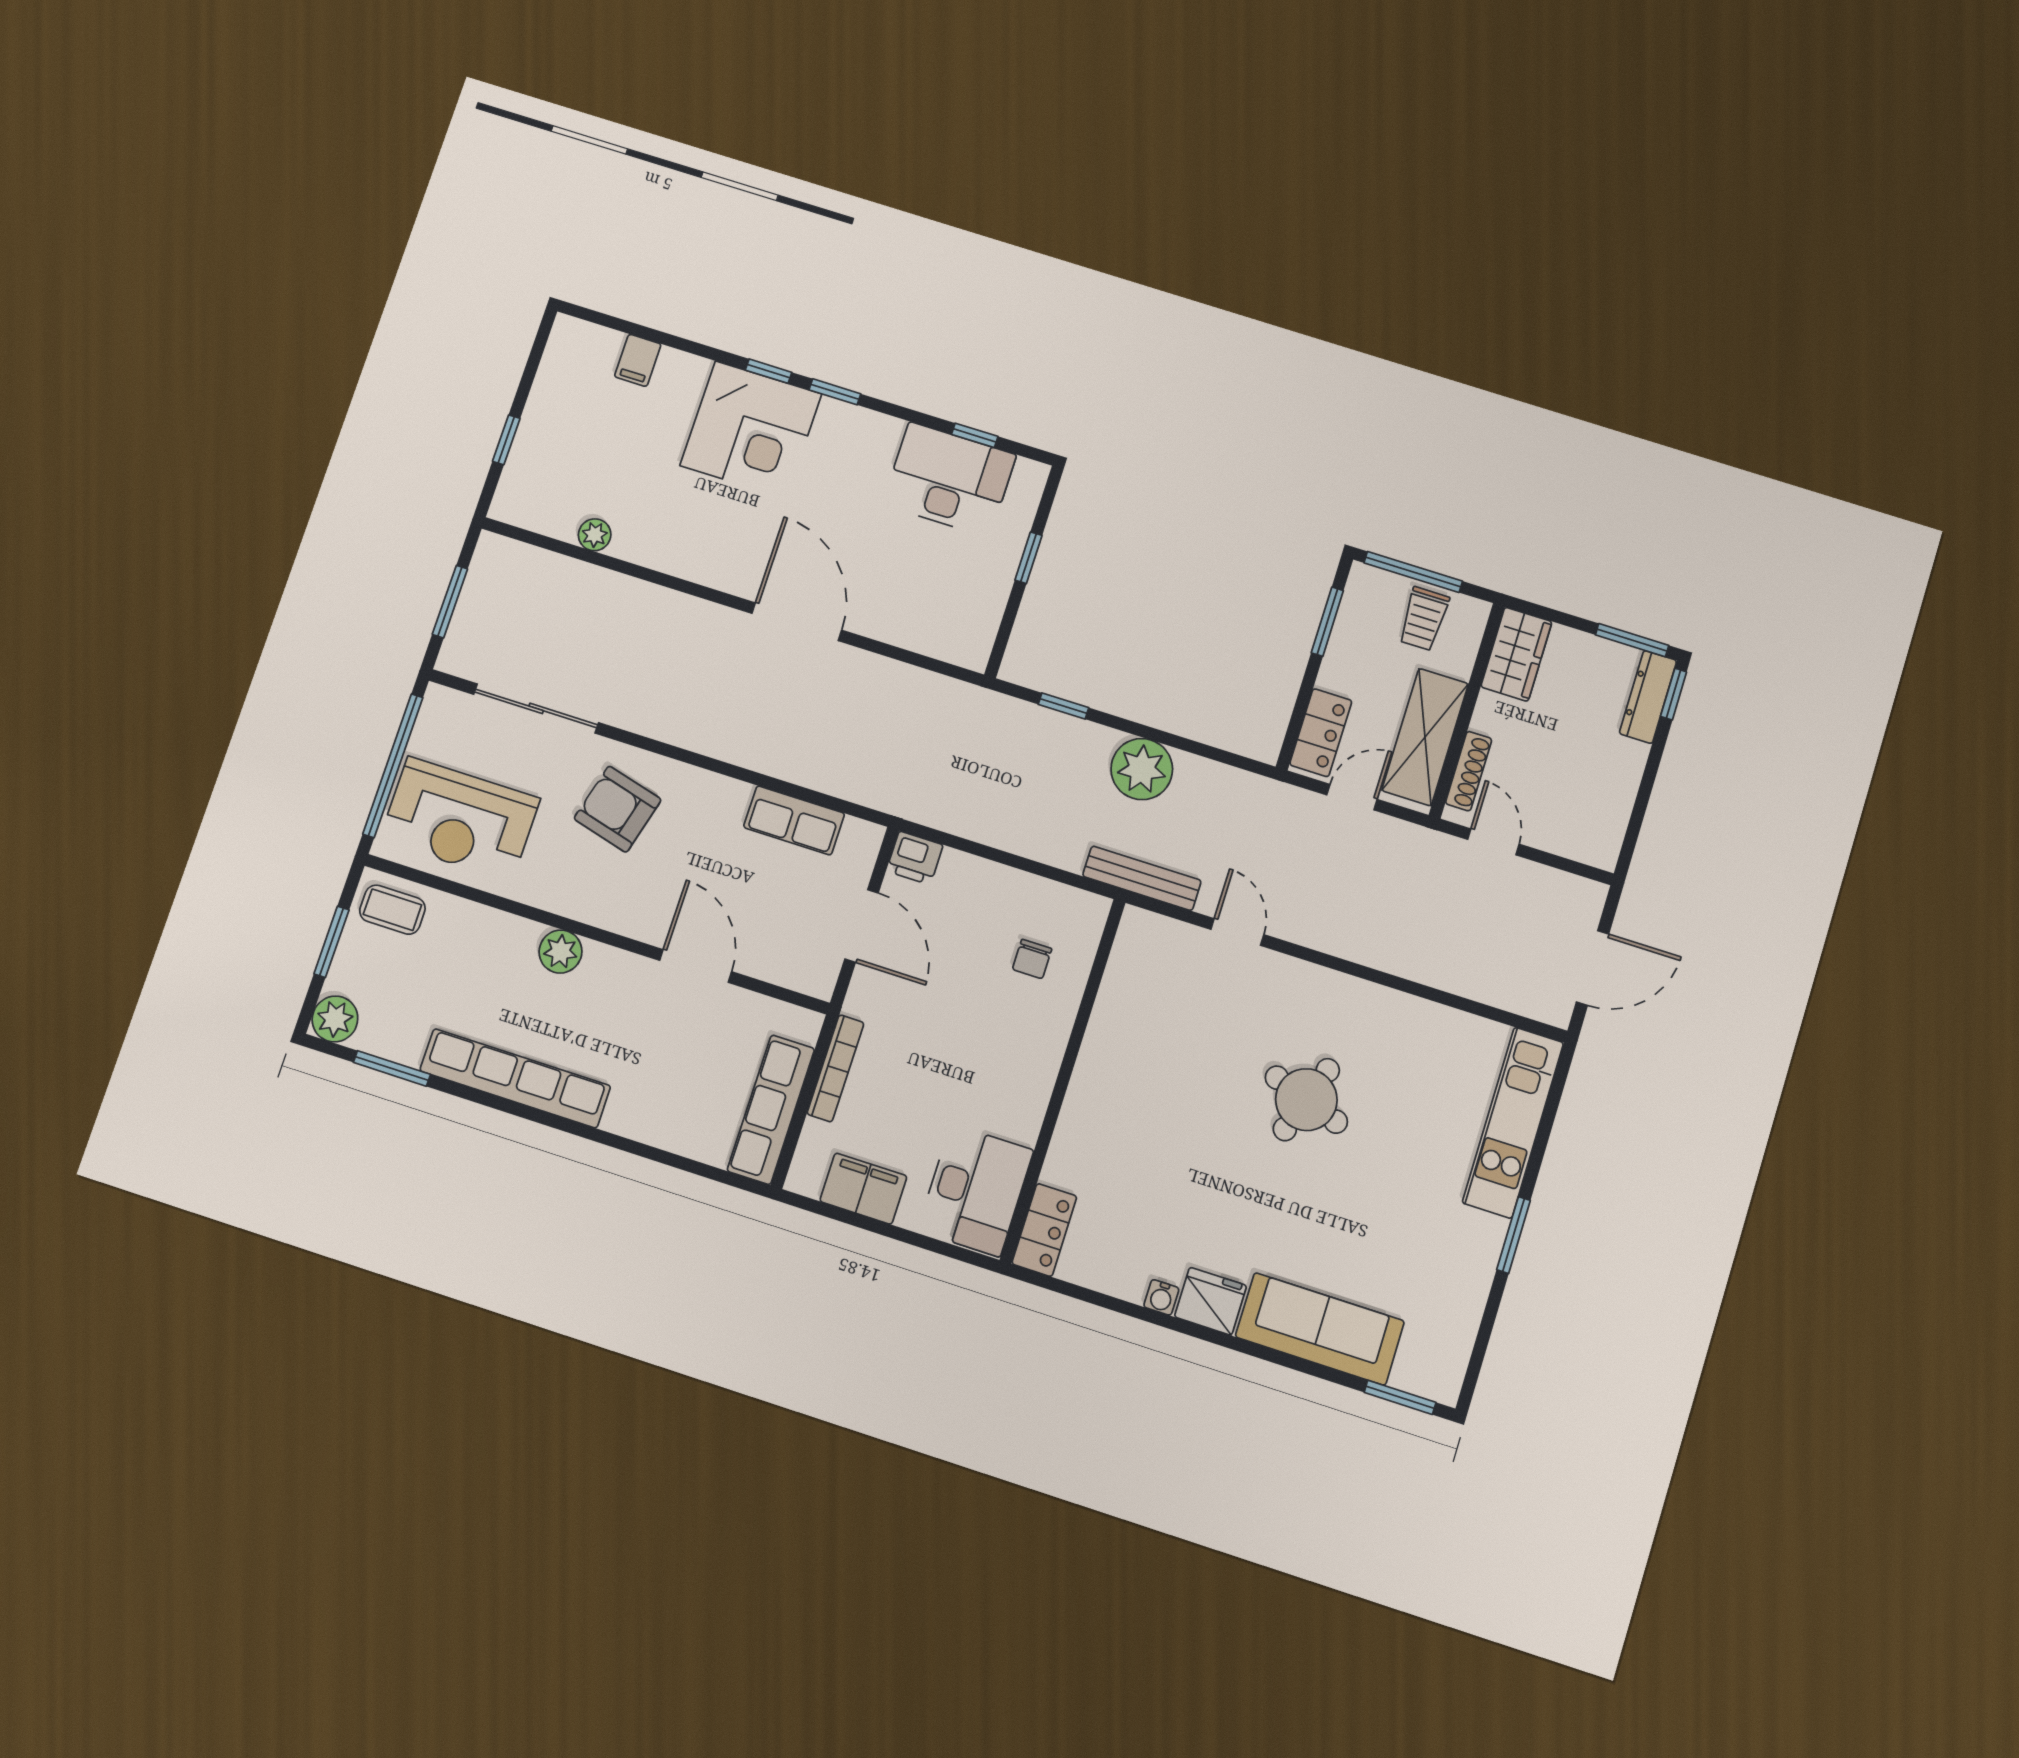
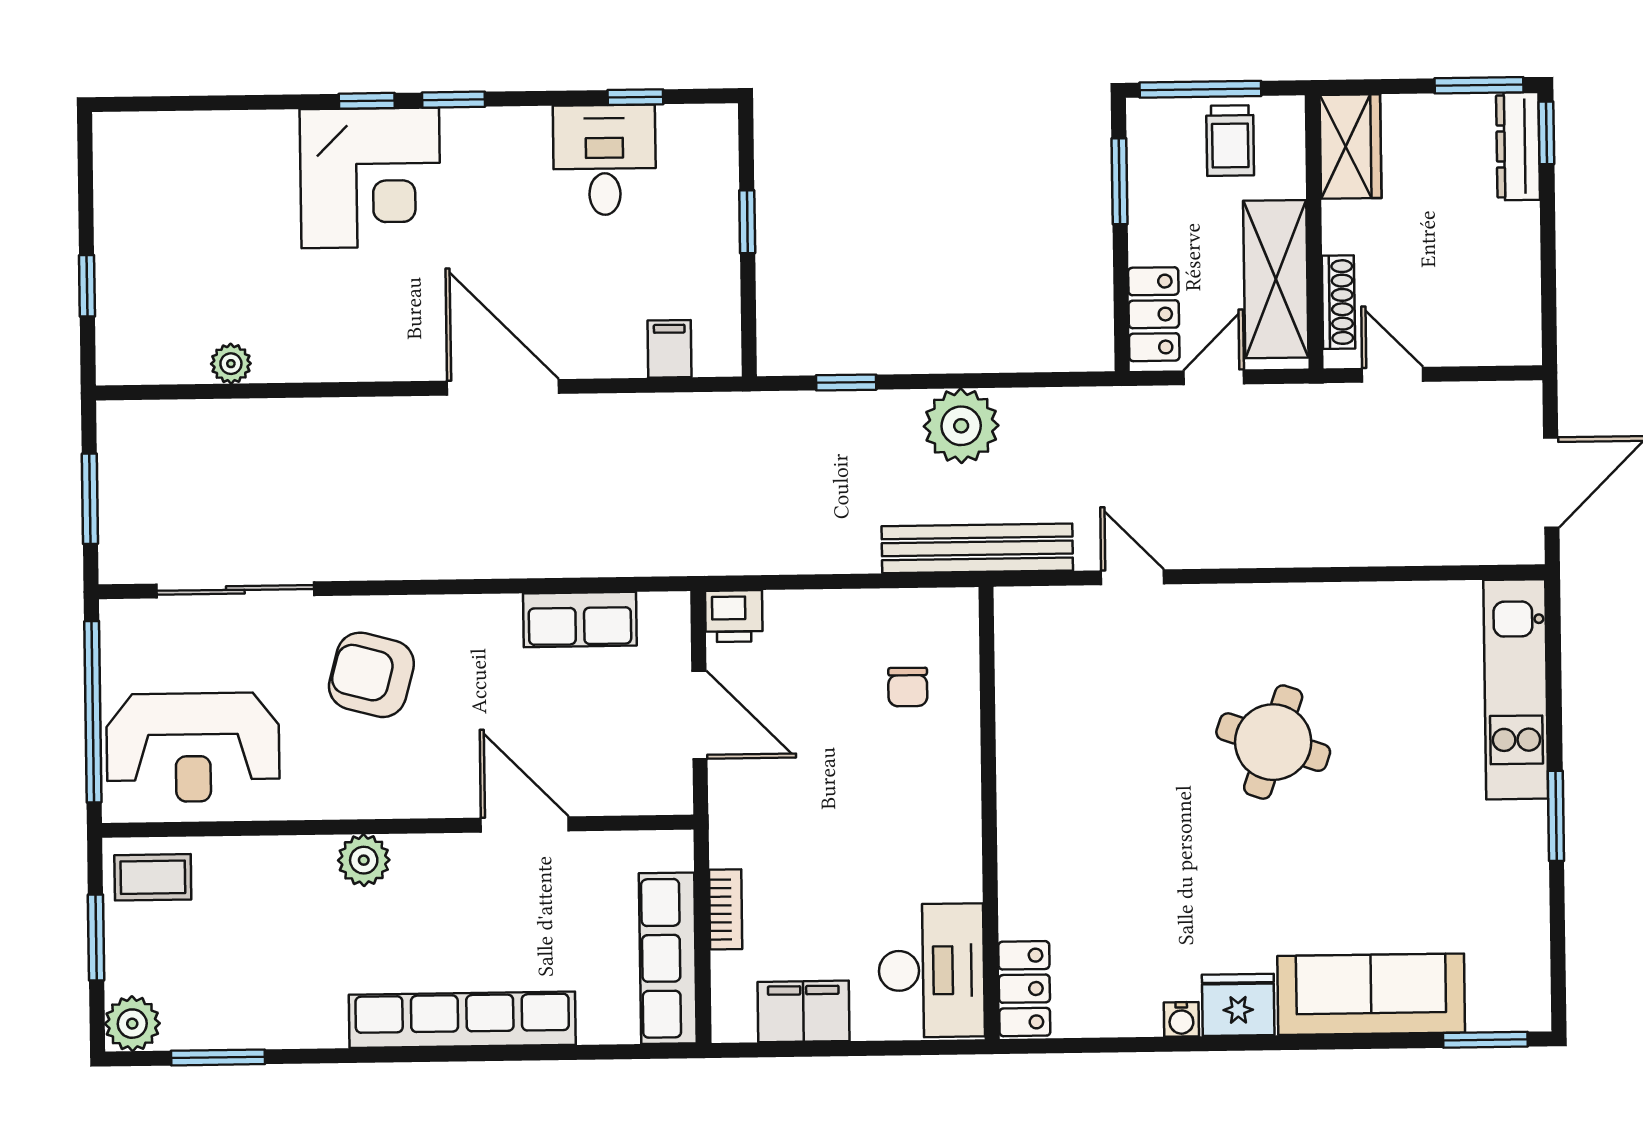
filing cabinet: (638, 360) -> (669, 349), moved, turned 180
desk: (949, 480) -> (605, 160), width x0.73
bench: (1142, 878) -> (977, 548), width x1.37, depth x1.21
bookcase: (836, 1068) -> (726, 909), width x0.64
row of seats: (515, 1078) -> (462, 1020), moved

